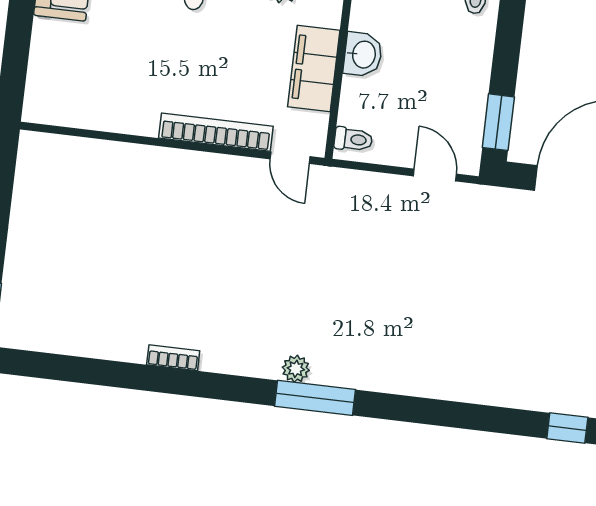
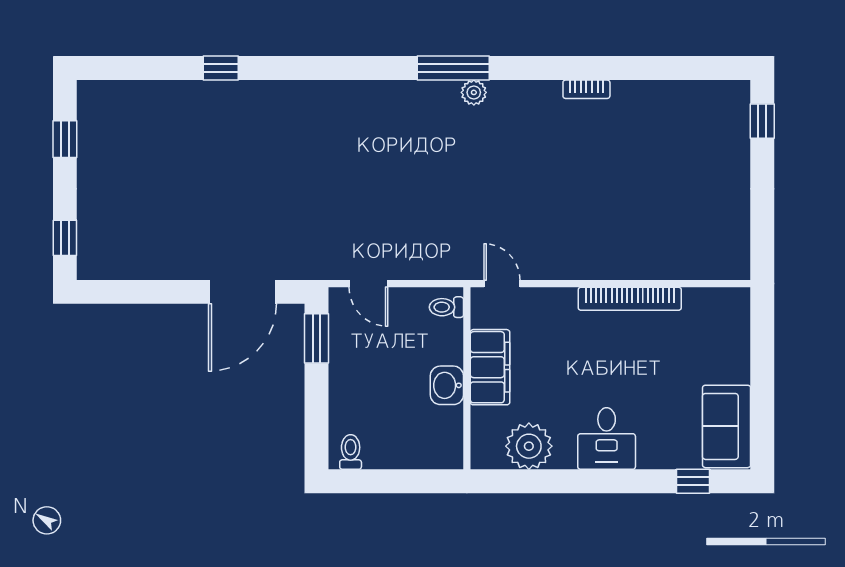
bookcase: (216, 132) -> (630, 299), moved

